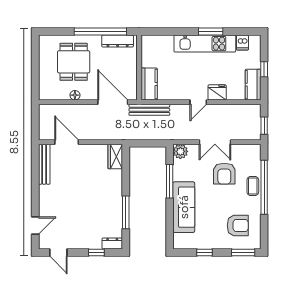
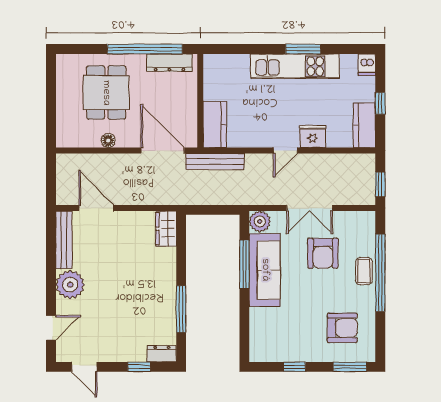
dishwasher: (242, 42) -> (367, 65), moved
plant: (49, 195) -> (70, 285), added
sofa: (184, 207) -> (265, 270), moved

